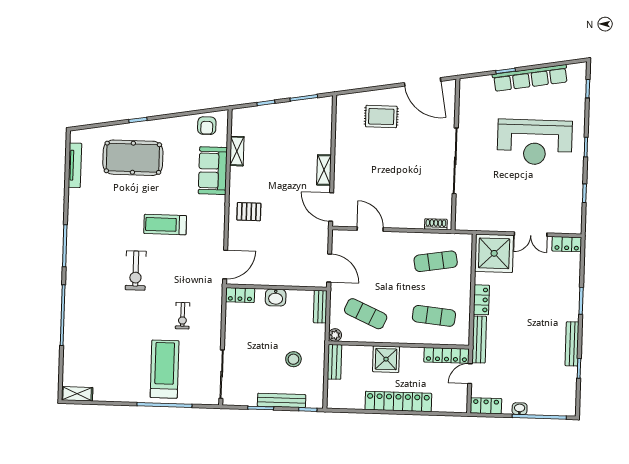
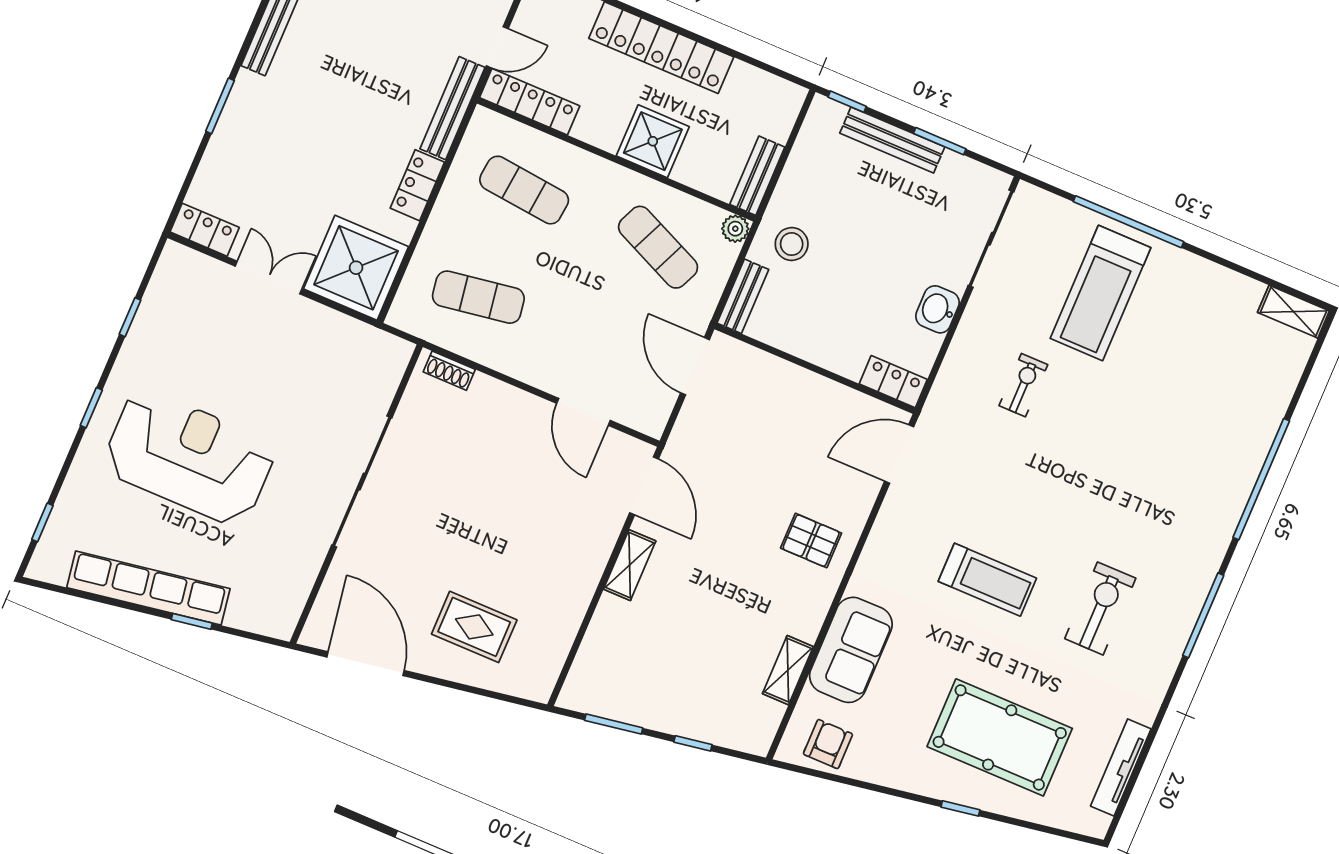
exercise bike: (136, 271) -> (1100, 608), moved
washbasin: (276, 297) -> (937, 309), moved, turned -90
stool: (293, 359) -> (792, 244), moved

